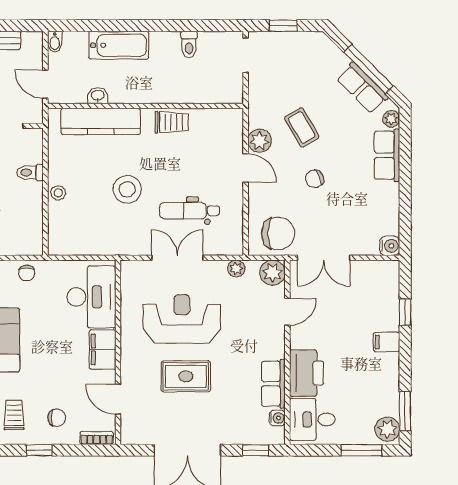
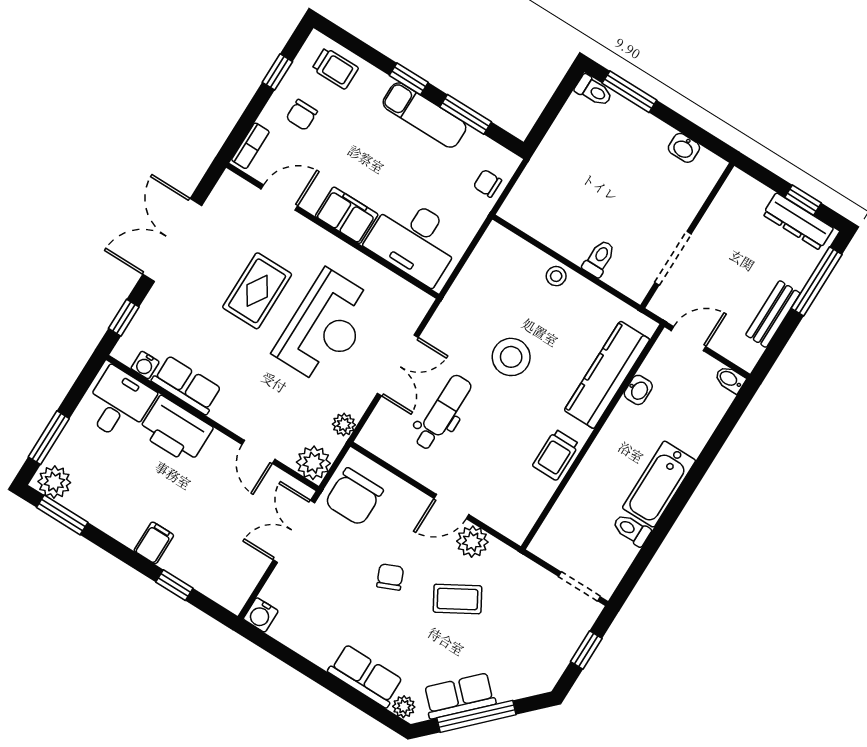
bathtub: (119, 45) -> (659, 484), moved

